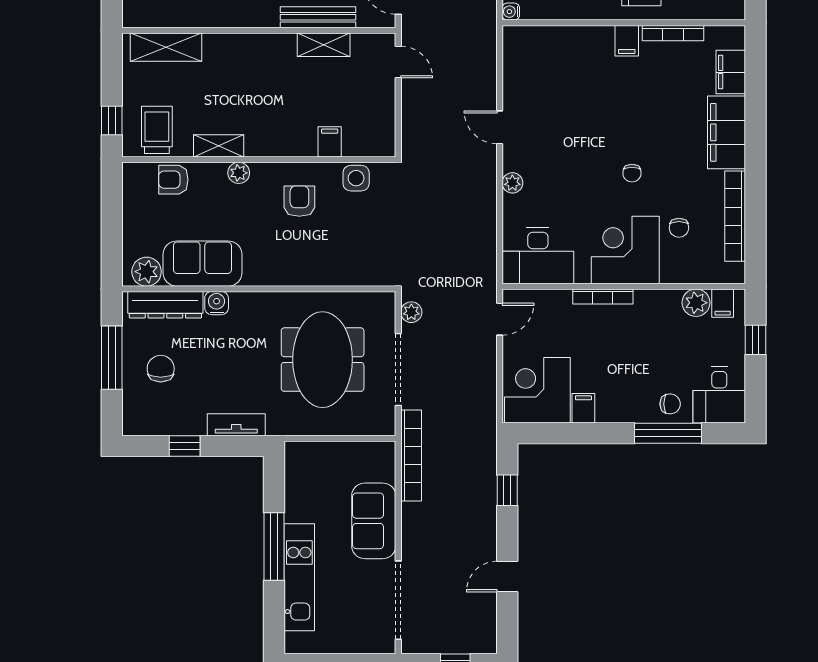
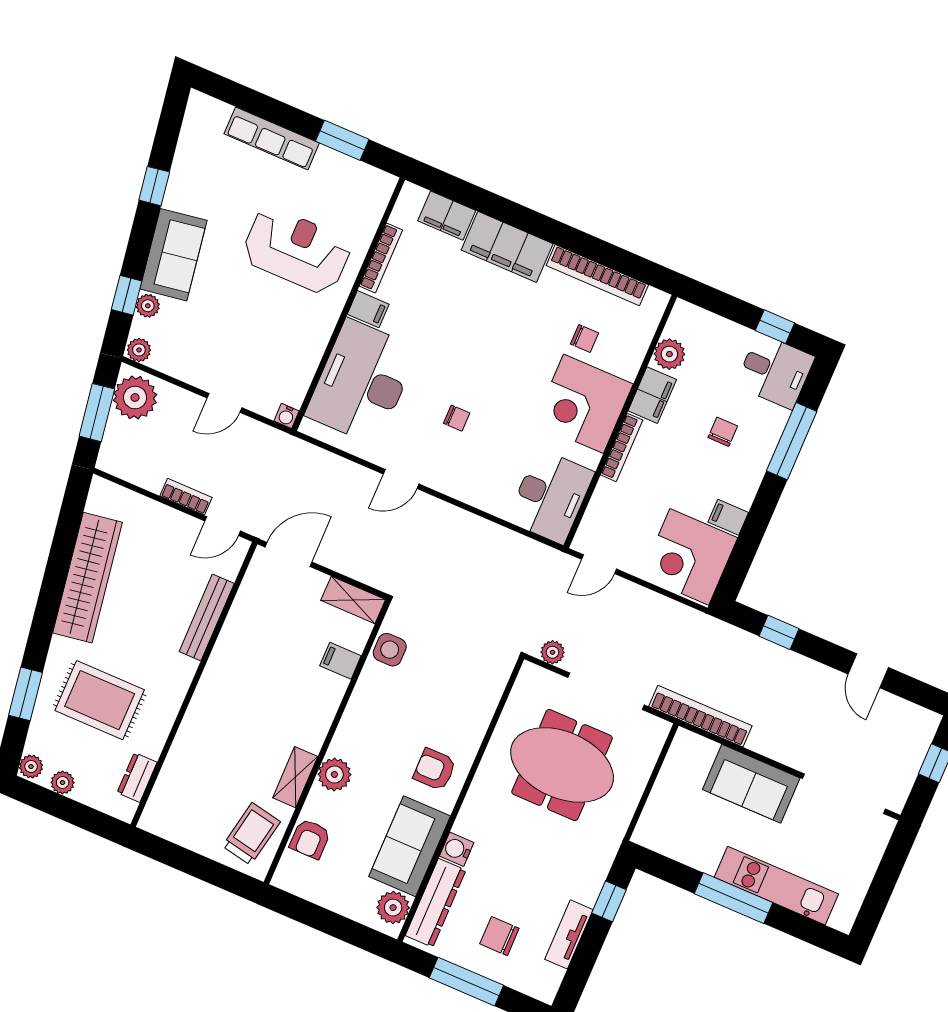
dresser: (163, 17) -> (137, 778), added
shelving: (324, 45) -> (353, 600), moved, turned 90
shelving: (166, 47) -> (170, 788), removed
desk: (565, 61) -> (362, 382), added
door: (398, 62) -> (288, 555), width x1.38
window: (112, 120) -> (222, 876), removed
trolley: (157, 130) -> (251, 834), turned 101
plant: (239, 173) -> (334, 774), width x1.38, depth x1.38
chair: (632, 173) -> (457, 418), moved
plant: (512, 183) -> (464, 490), removed
armchair: (299, 201) -> (435, 769), moved
filing cabinet: (723, 303) -> (652, 395), moved, width x2.00
door: (500, 319) -> (599, 564), swing flipped
window: (756, 340) -> (775, 327), moved
chair: (670, 404) -> (723, 432), moved
tv unit: (236, 425) -> (569, 934), moved
window: (185, 446) -> (609, 901), moved

